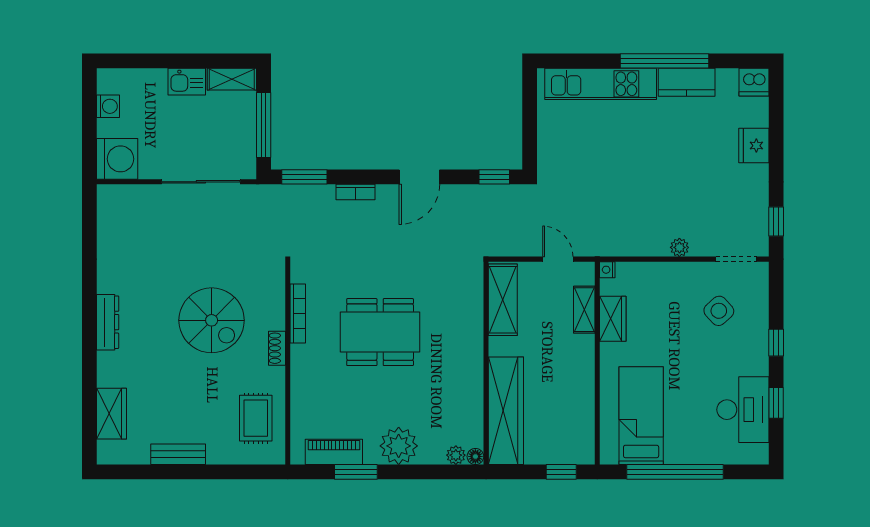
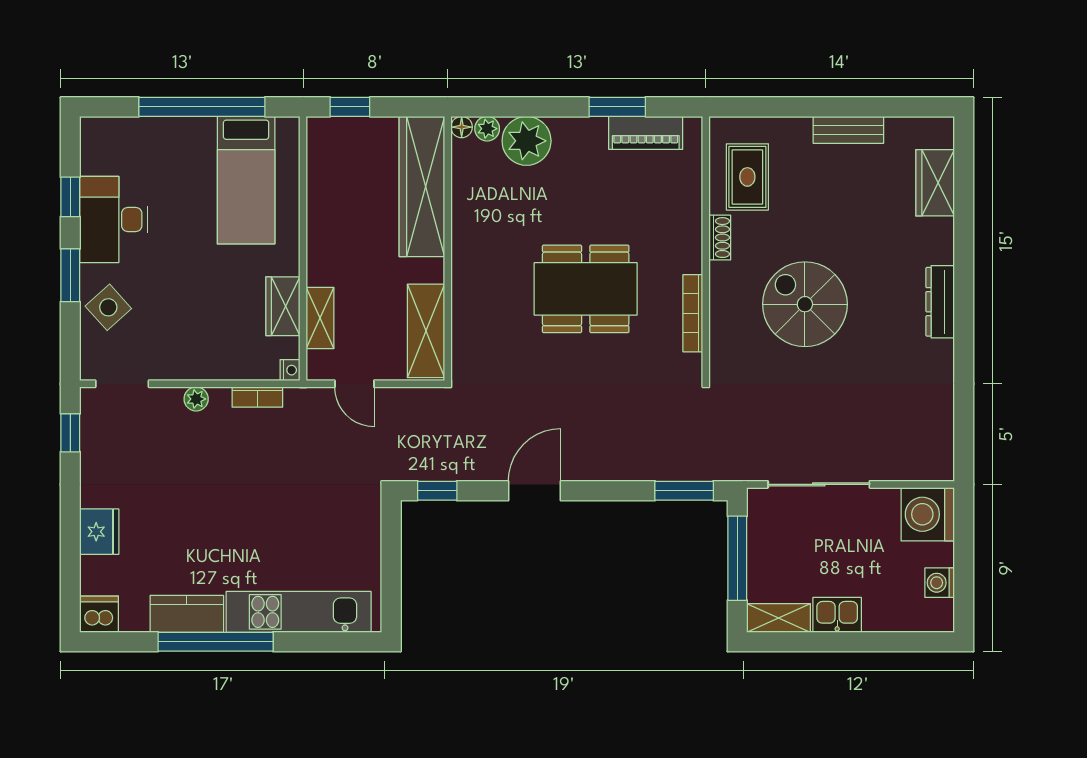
bookcase: (356, 192) -> (257, 397), moved, turned 180
side table: (719, 311) -> (108, 307), moved
window: (776, 343) -> (70, 275), width x1.50
shoe rack: (277, 348) -> (720, 238), moved
desk: (743, 410) -> (114, 219), moved
plant: (399, 446) -> (527, 141), moved

